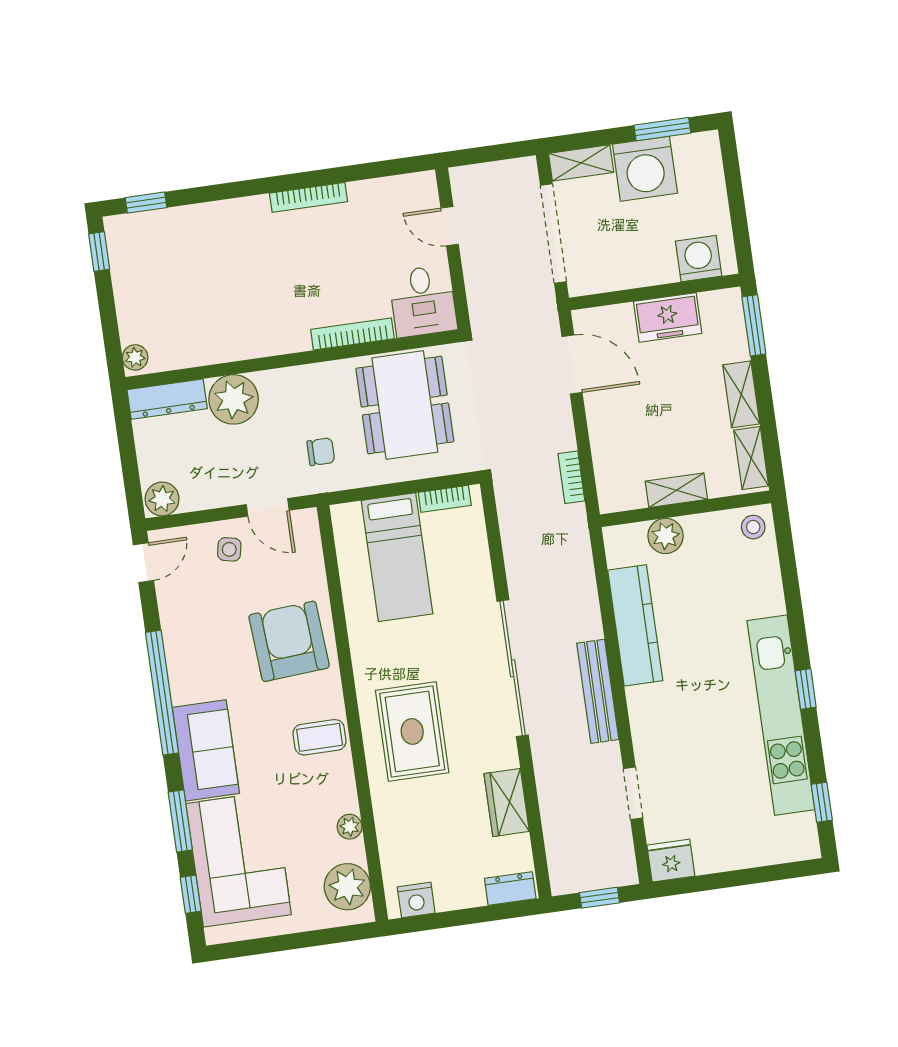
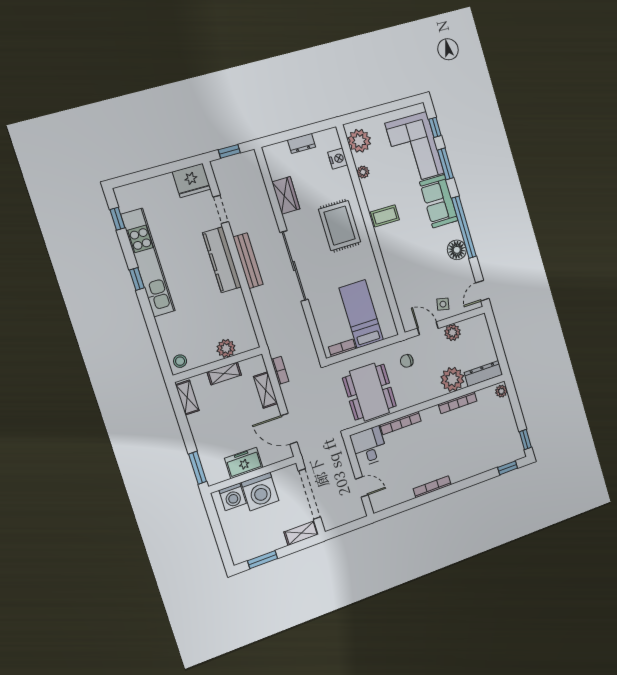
washing machine: (645, 169) -> (260, 492), moved, turned 180
bookcase: (230, 352) -> (458, 403), added
shelving: (741, 394) -> (266, 390), moved
plant: (162, 499) -> (453, 332), moved
kitchen counter: (635, 625) -> (222, 260), moved
armchair: (289, 641) -> (407, 263), removed
floor lamp: (184, 651) -> (457, 250), added
fridge: (671, 861) -> (192, 180), width x1.36, depth x1.34
dresser: (510, 889) -> (301, 143), moved
nightstand: (416, 900) -> (338, 159), moved, turned 90

